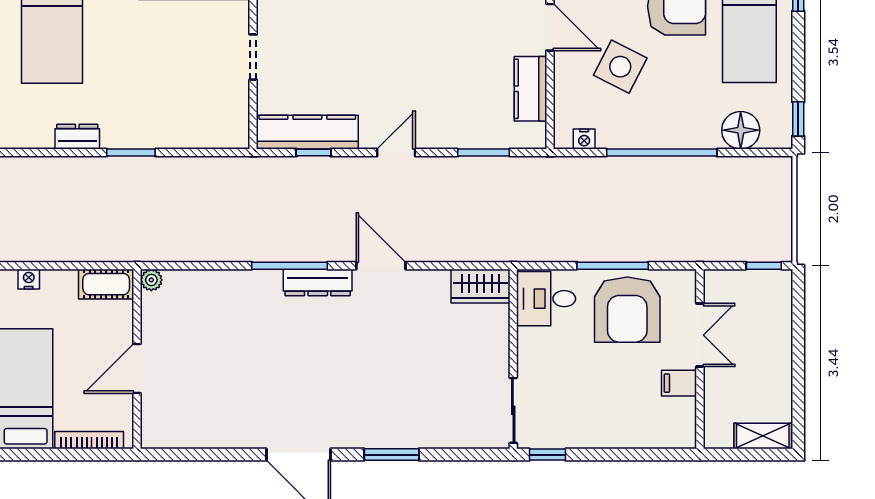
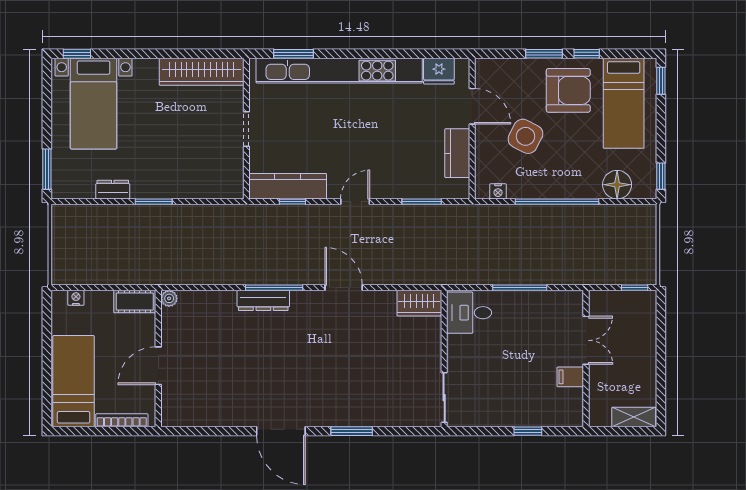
dresser: (318, 282) -> (263, 300), moved
armchair: (627, 310) -> (531, 321), removed
window: (547, 455) -> (528, 431), moved

